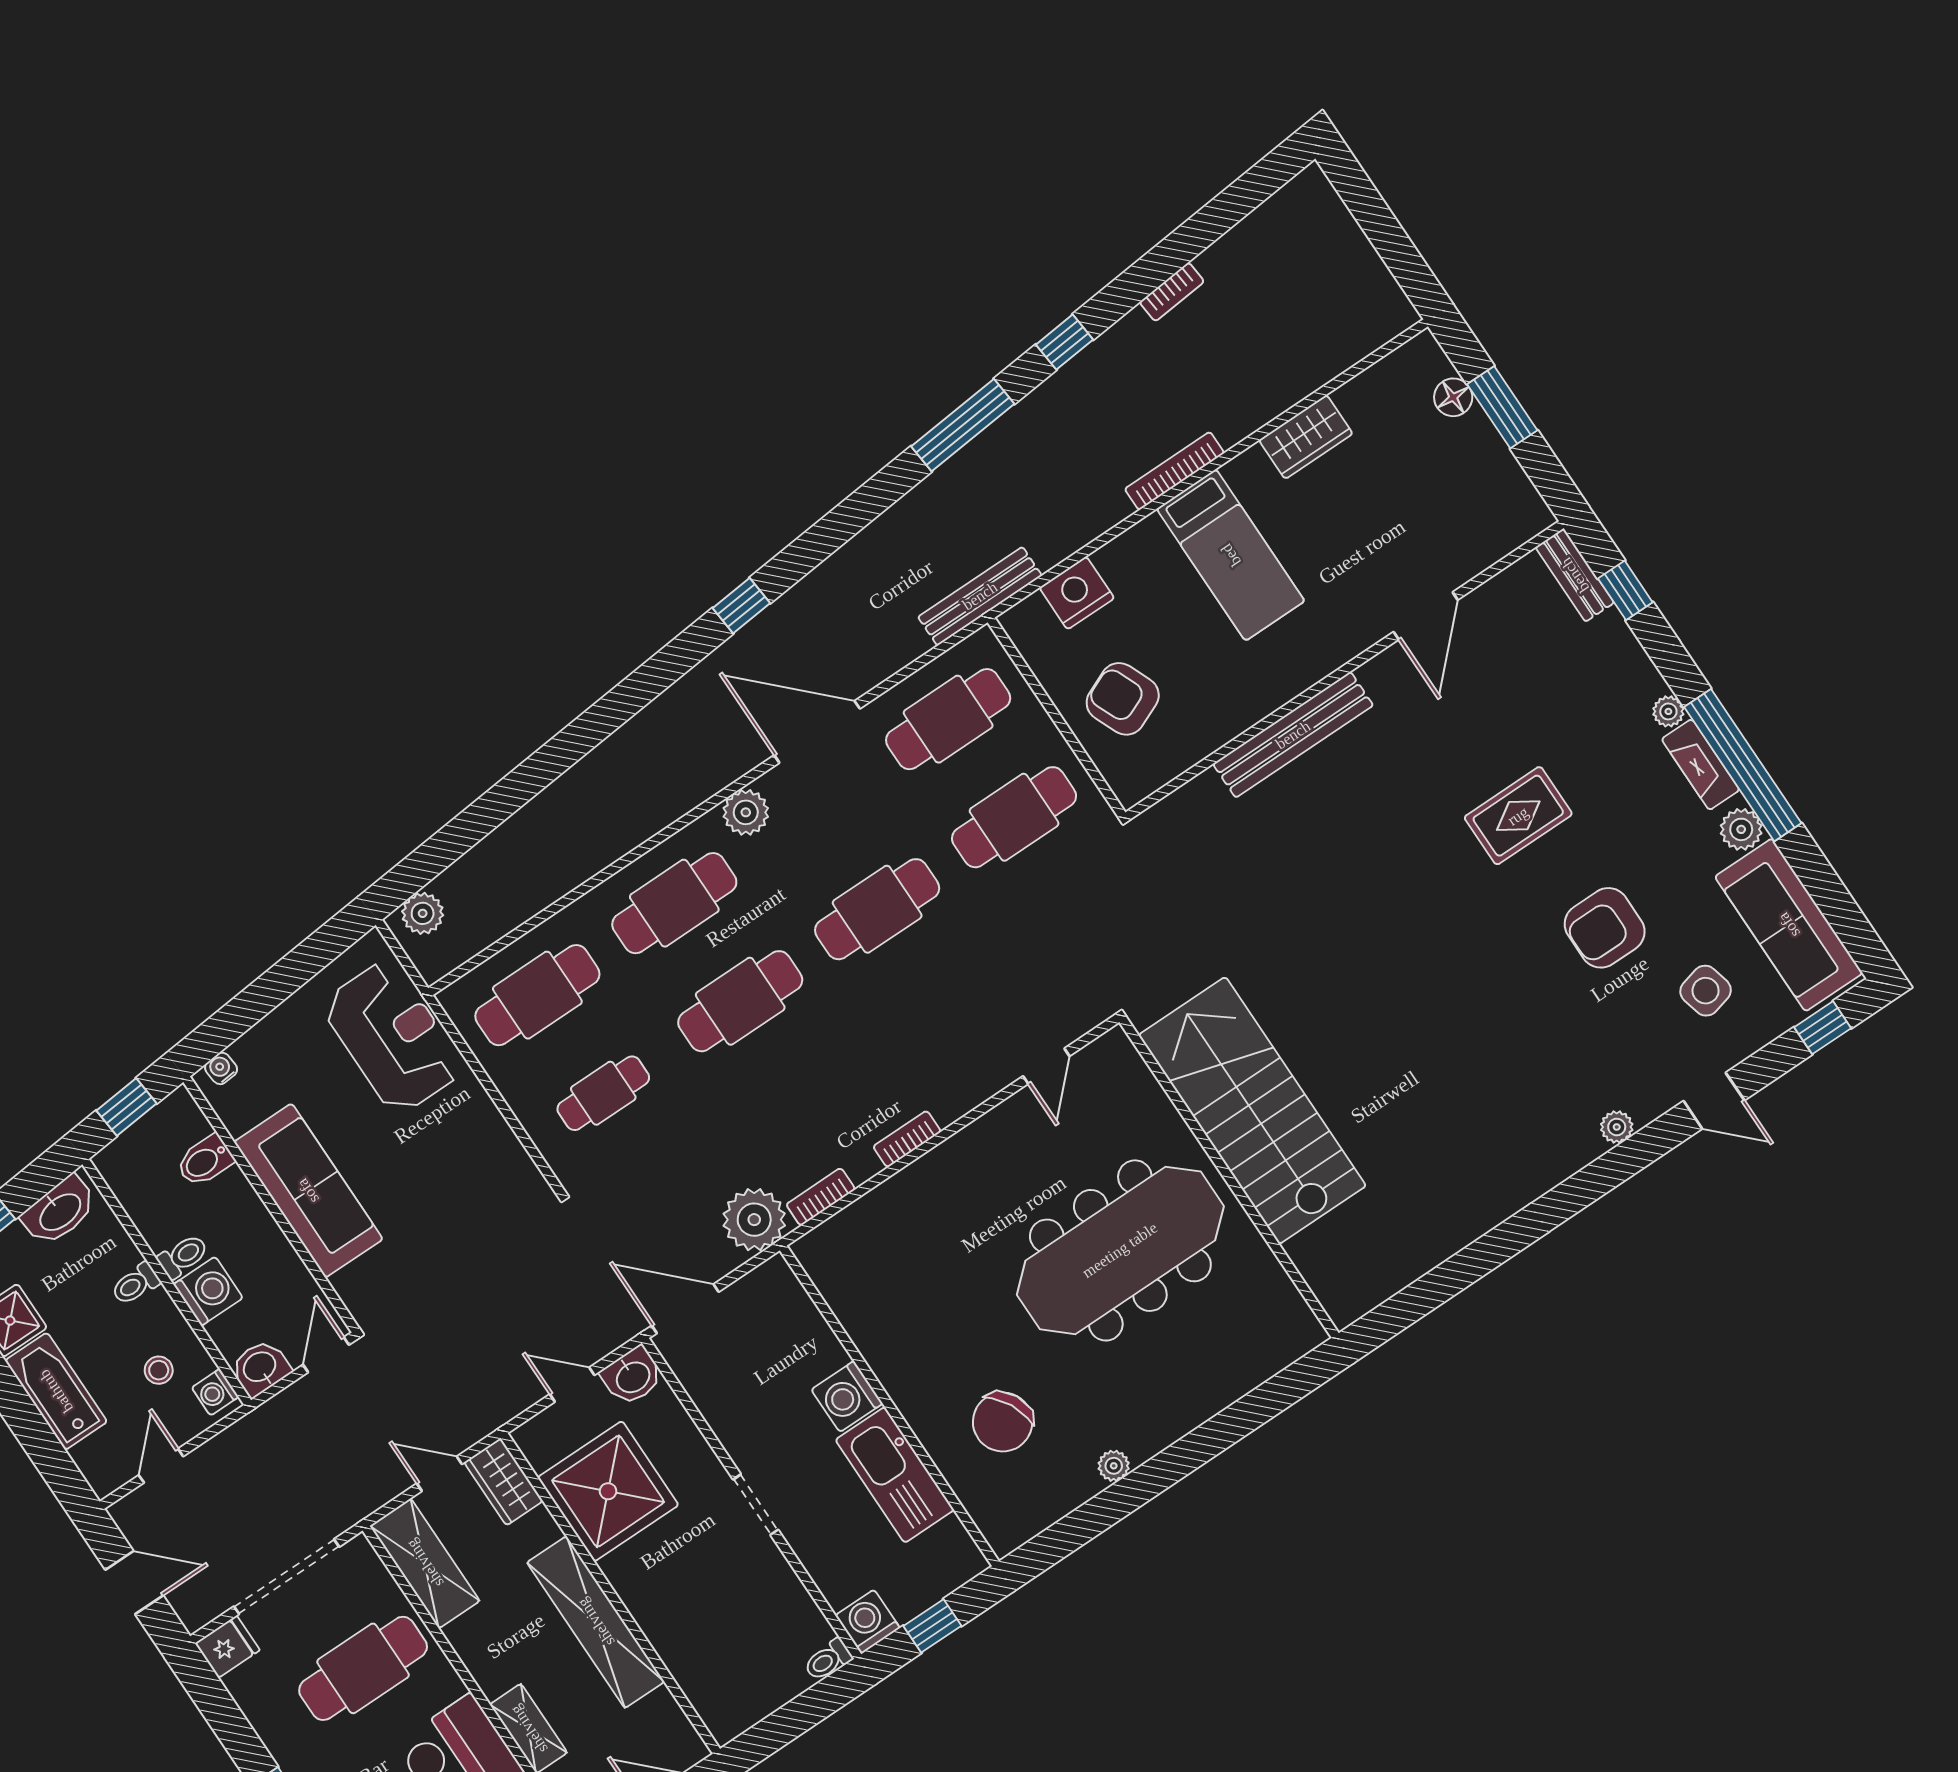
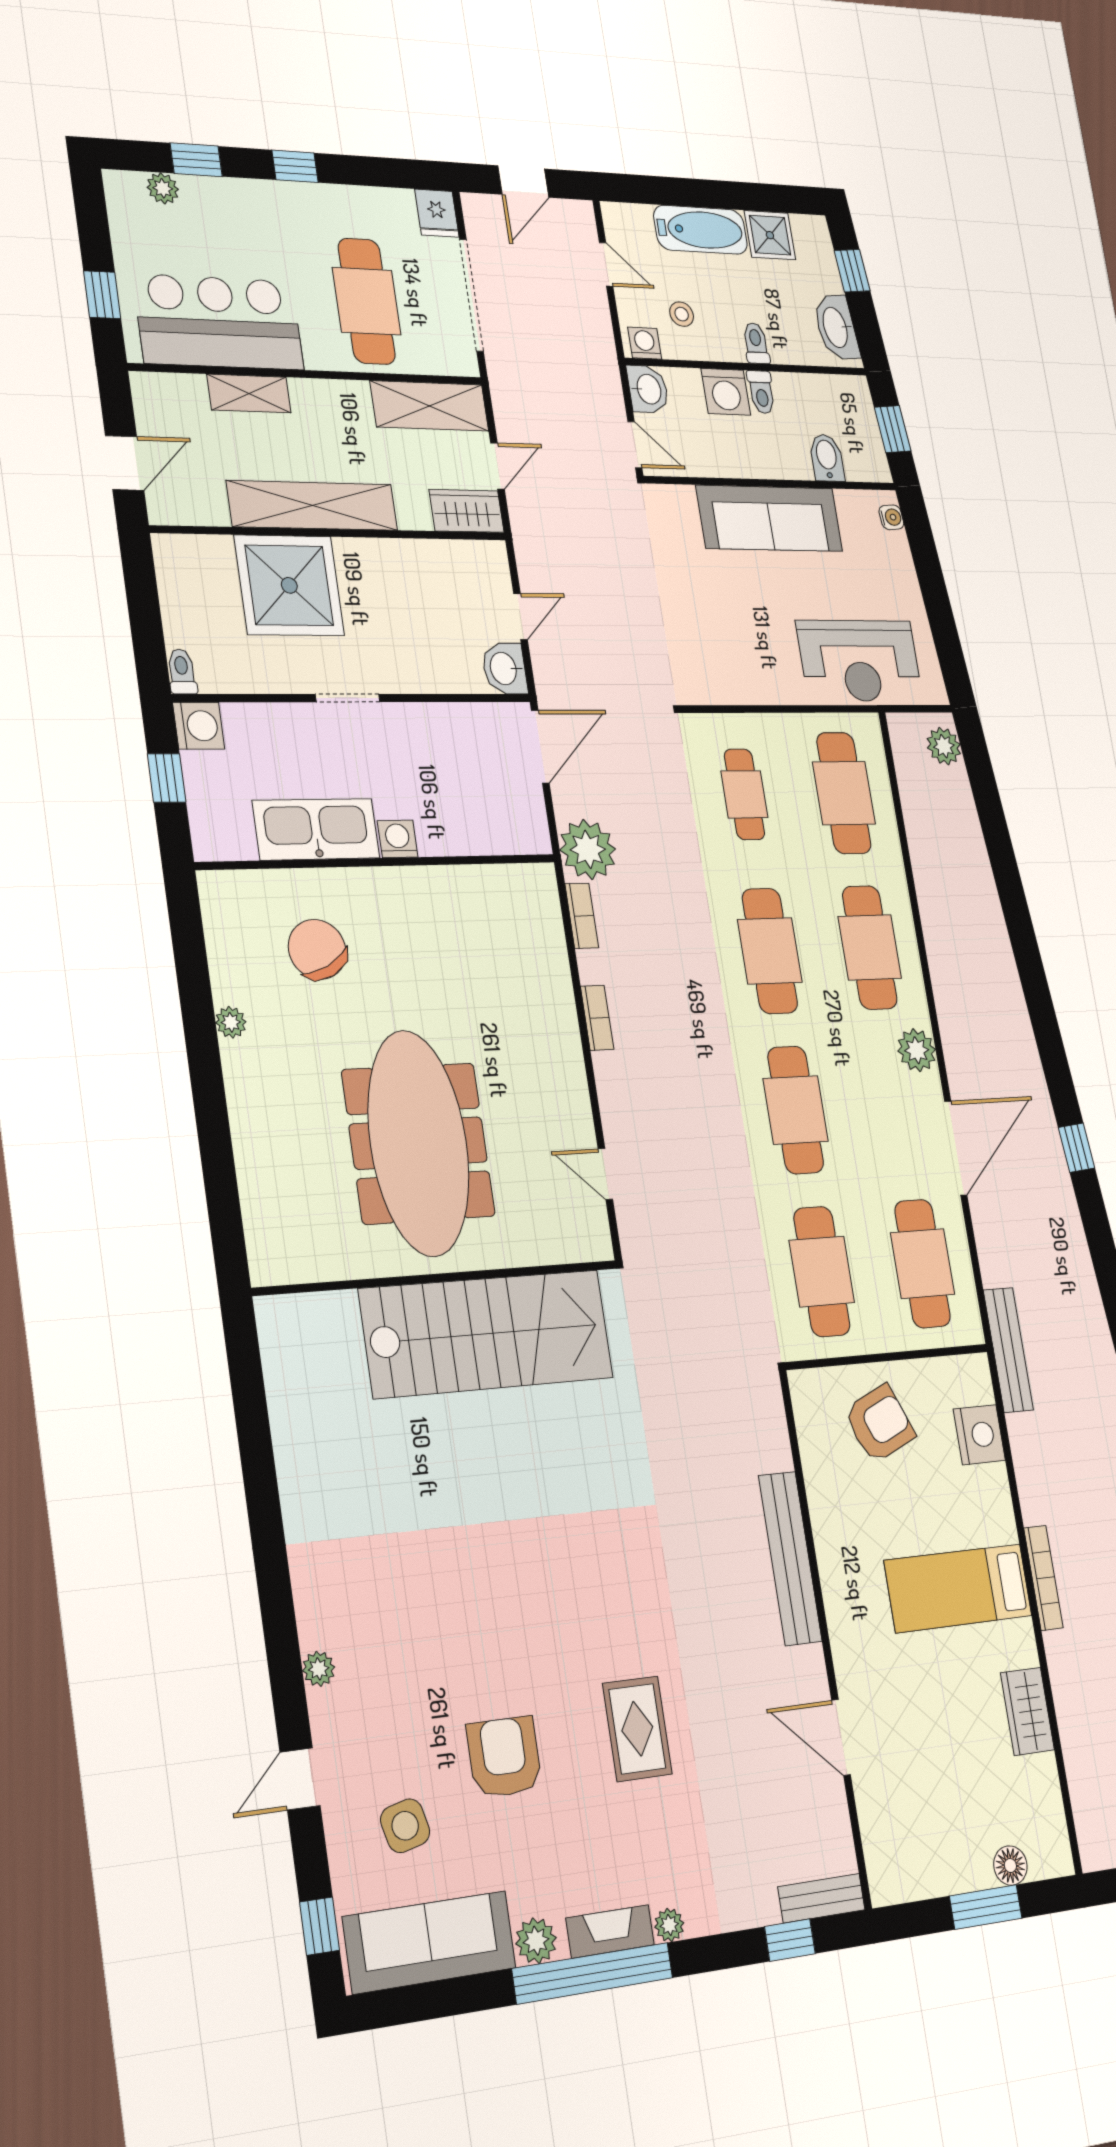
washing machine: (847, 1397) -> (398, 839), width x0.73, depth x0.73
shower: (608, 1491) -> (289, 585), moved

